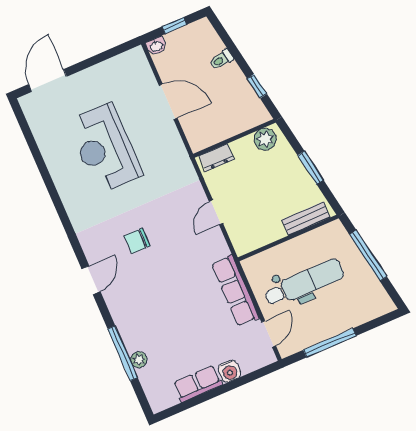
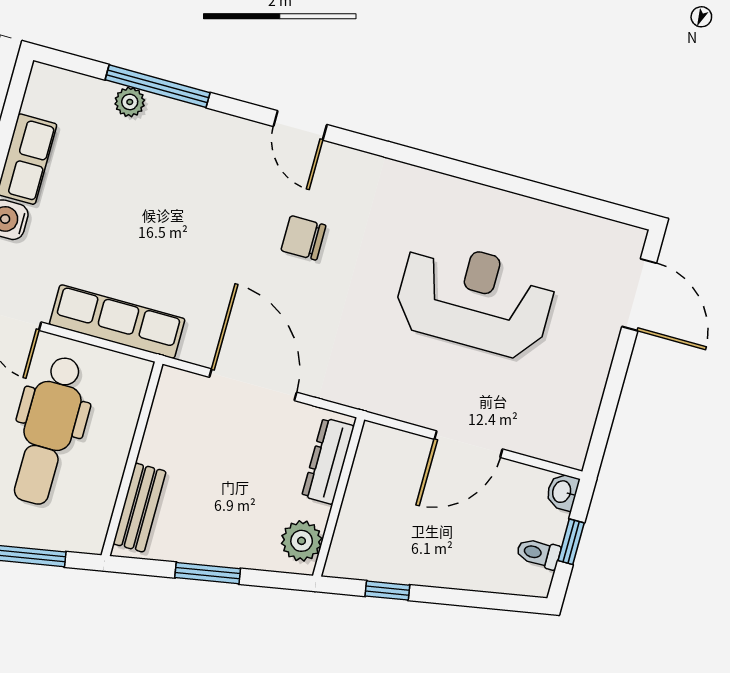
toilet: (221, 60) -> (538, 553), moved, turned -80
dresser: (216, 158) -> (328, 461), width x1.44
door: (216, 212) -> (253, 385), width x1.87
chair: (137, 241) -> (303, 238), turned -90

